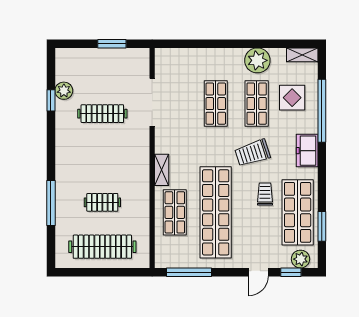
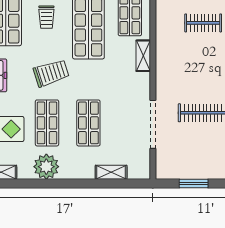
shelving: (193, 55) -> (111, 172), added
trolley: (265, 194) -> (46, 17), moved

